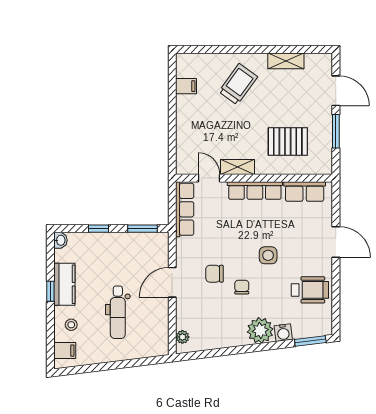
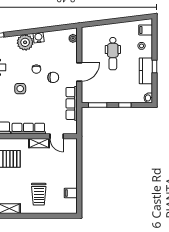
trolley: (238, 84) -> (39, 194), turned -36
row of seats: (185, 209) -> (72, 103), moved
dental chair: (118, 312) -> (113, 54), turned 180
water cooler: (283, 333) -> (39, 38), moved

